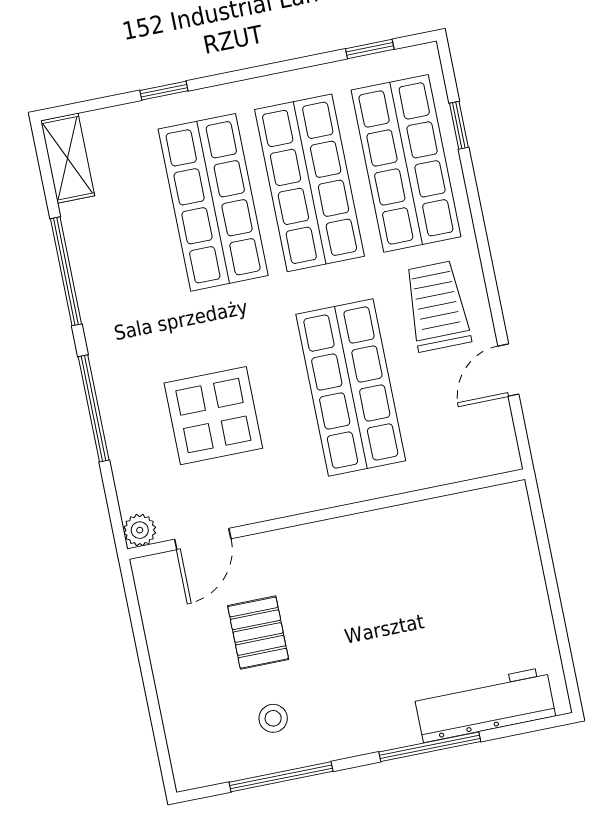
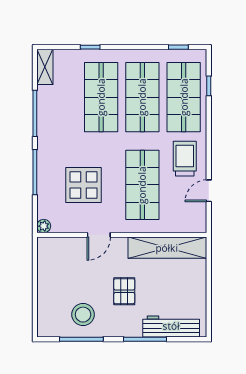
shelving: (438, 523) -> (167, 248), added
door: (203, 539) -> (99, 235), moved
pallet: (258, 633) -> (124, 291), moved
stool: (273, 718) -> (83, 315), width x1.89, depth x1.89

